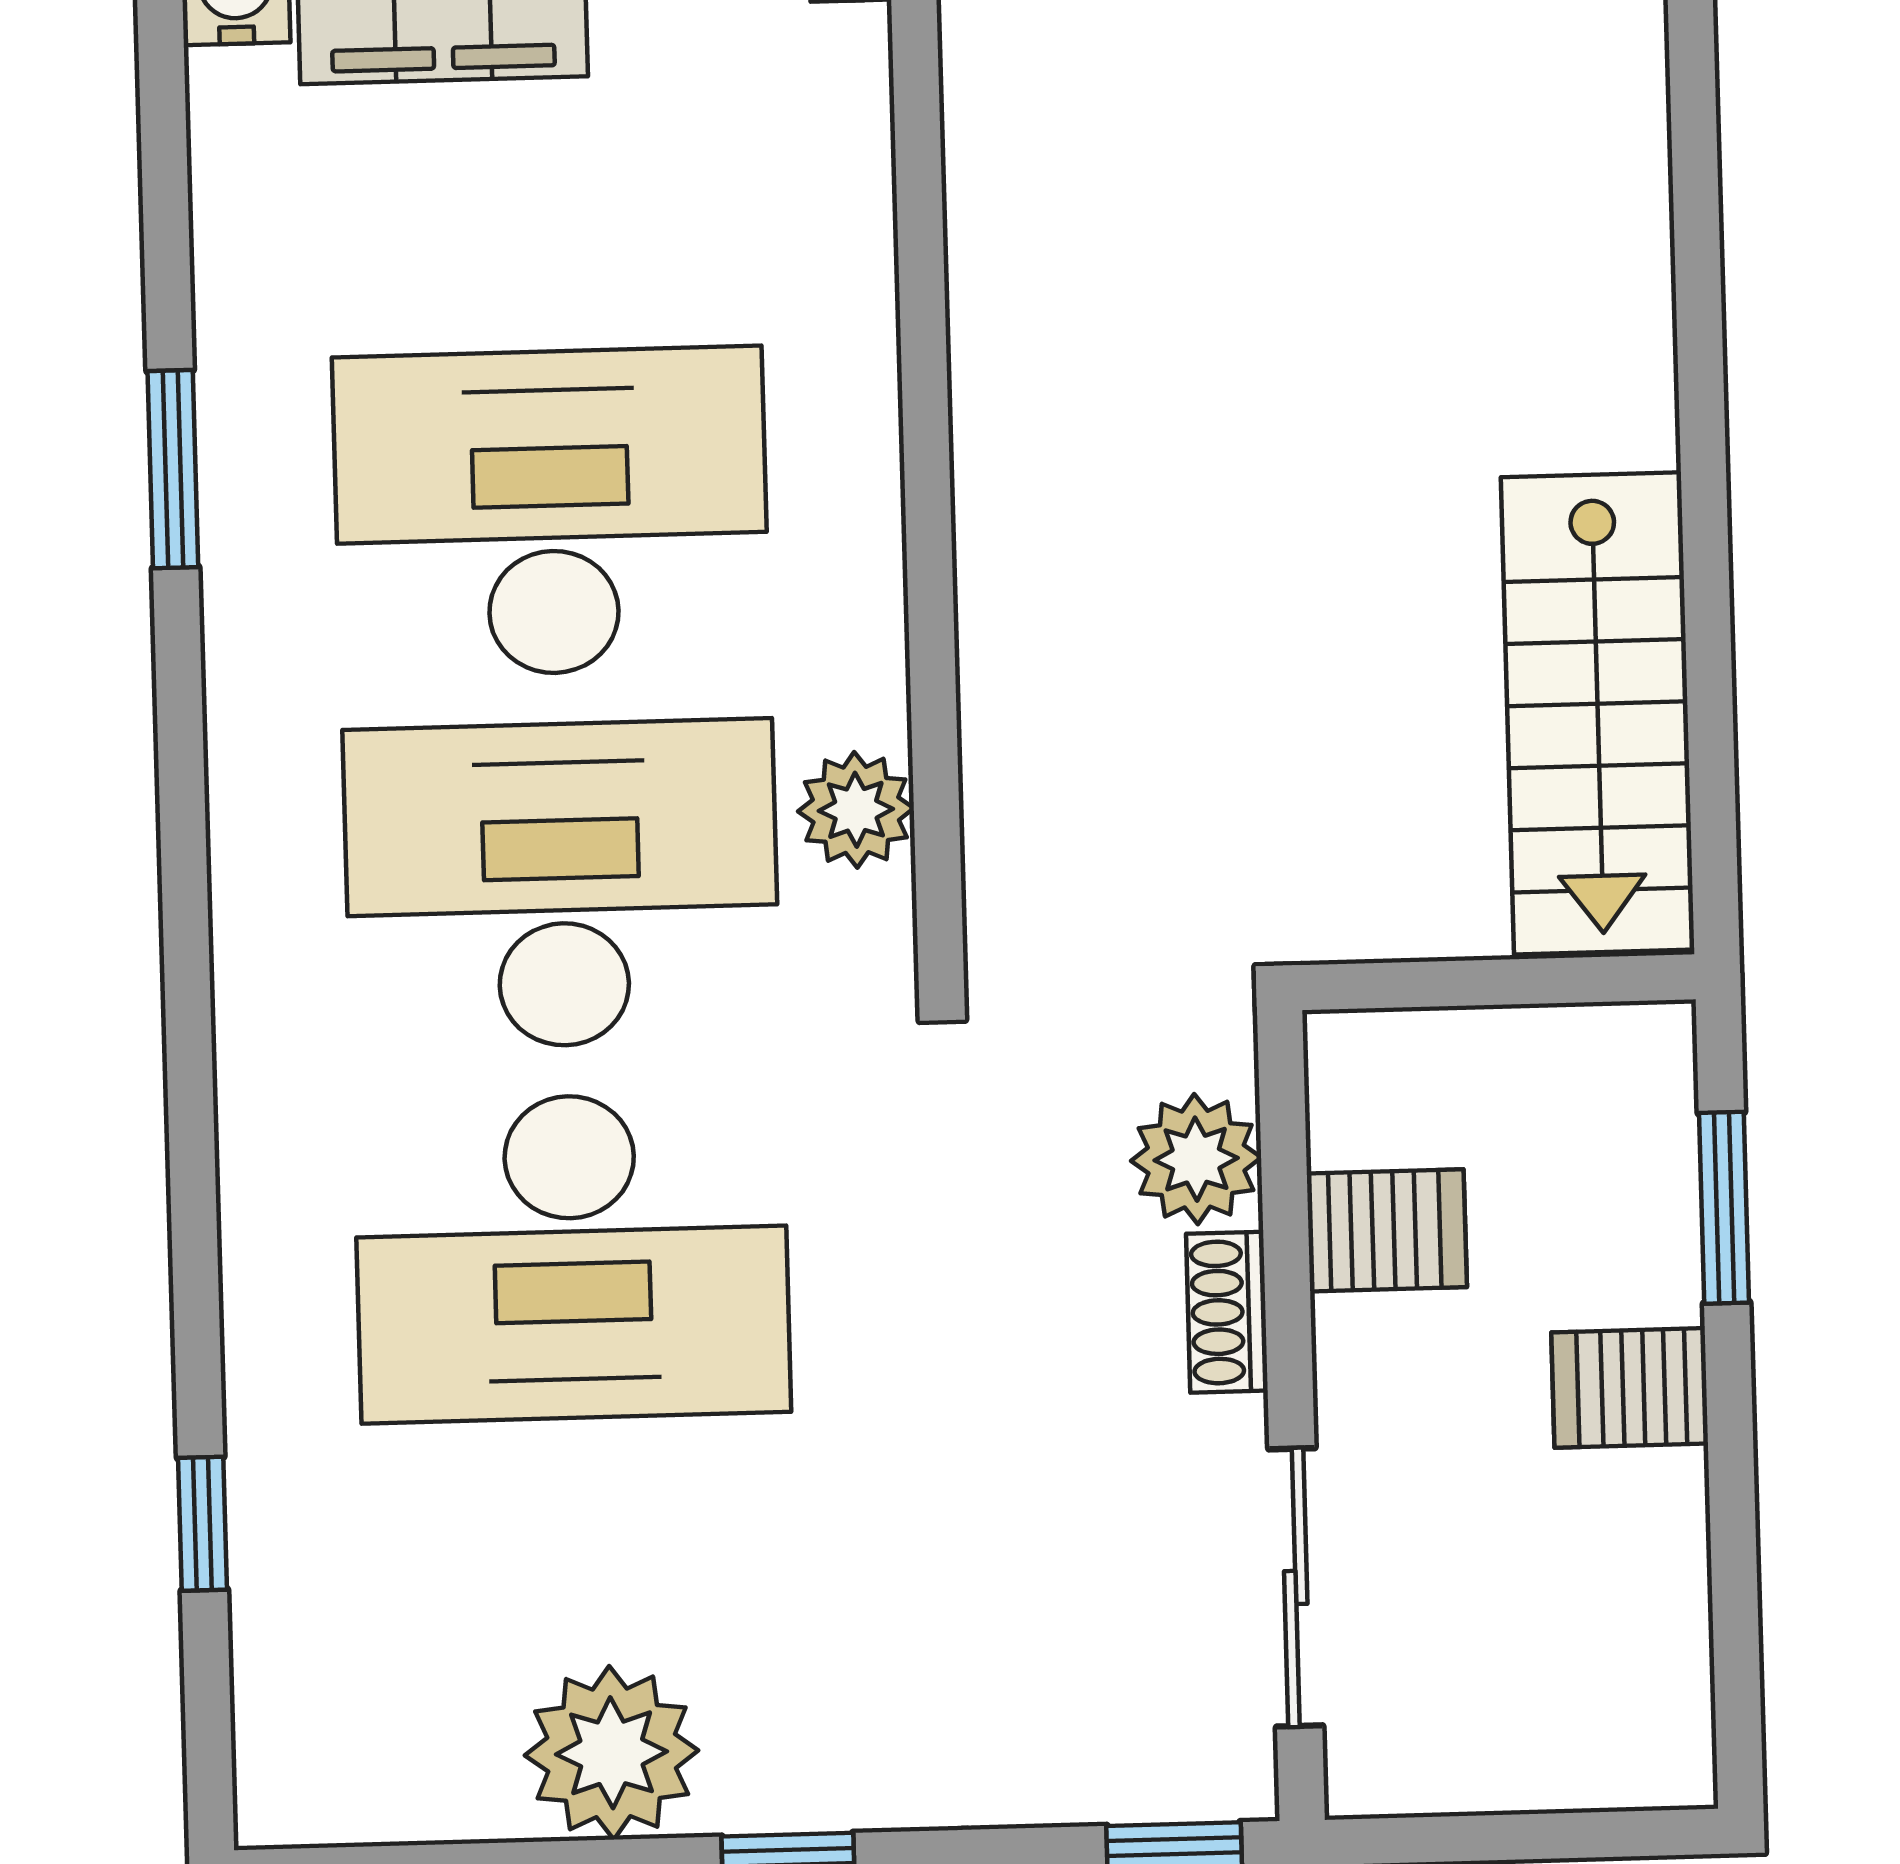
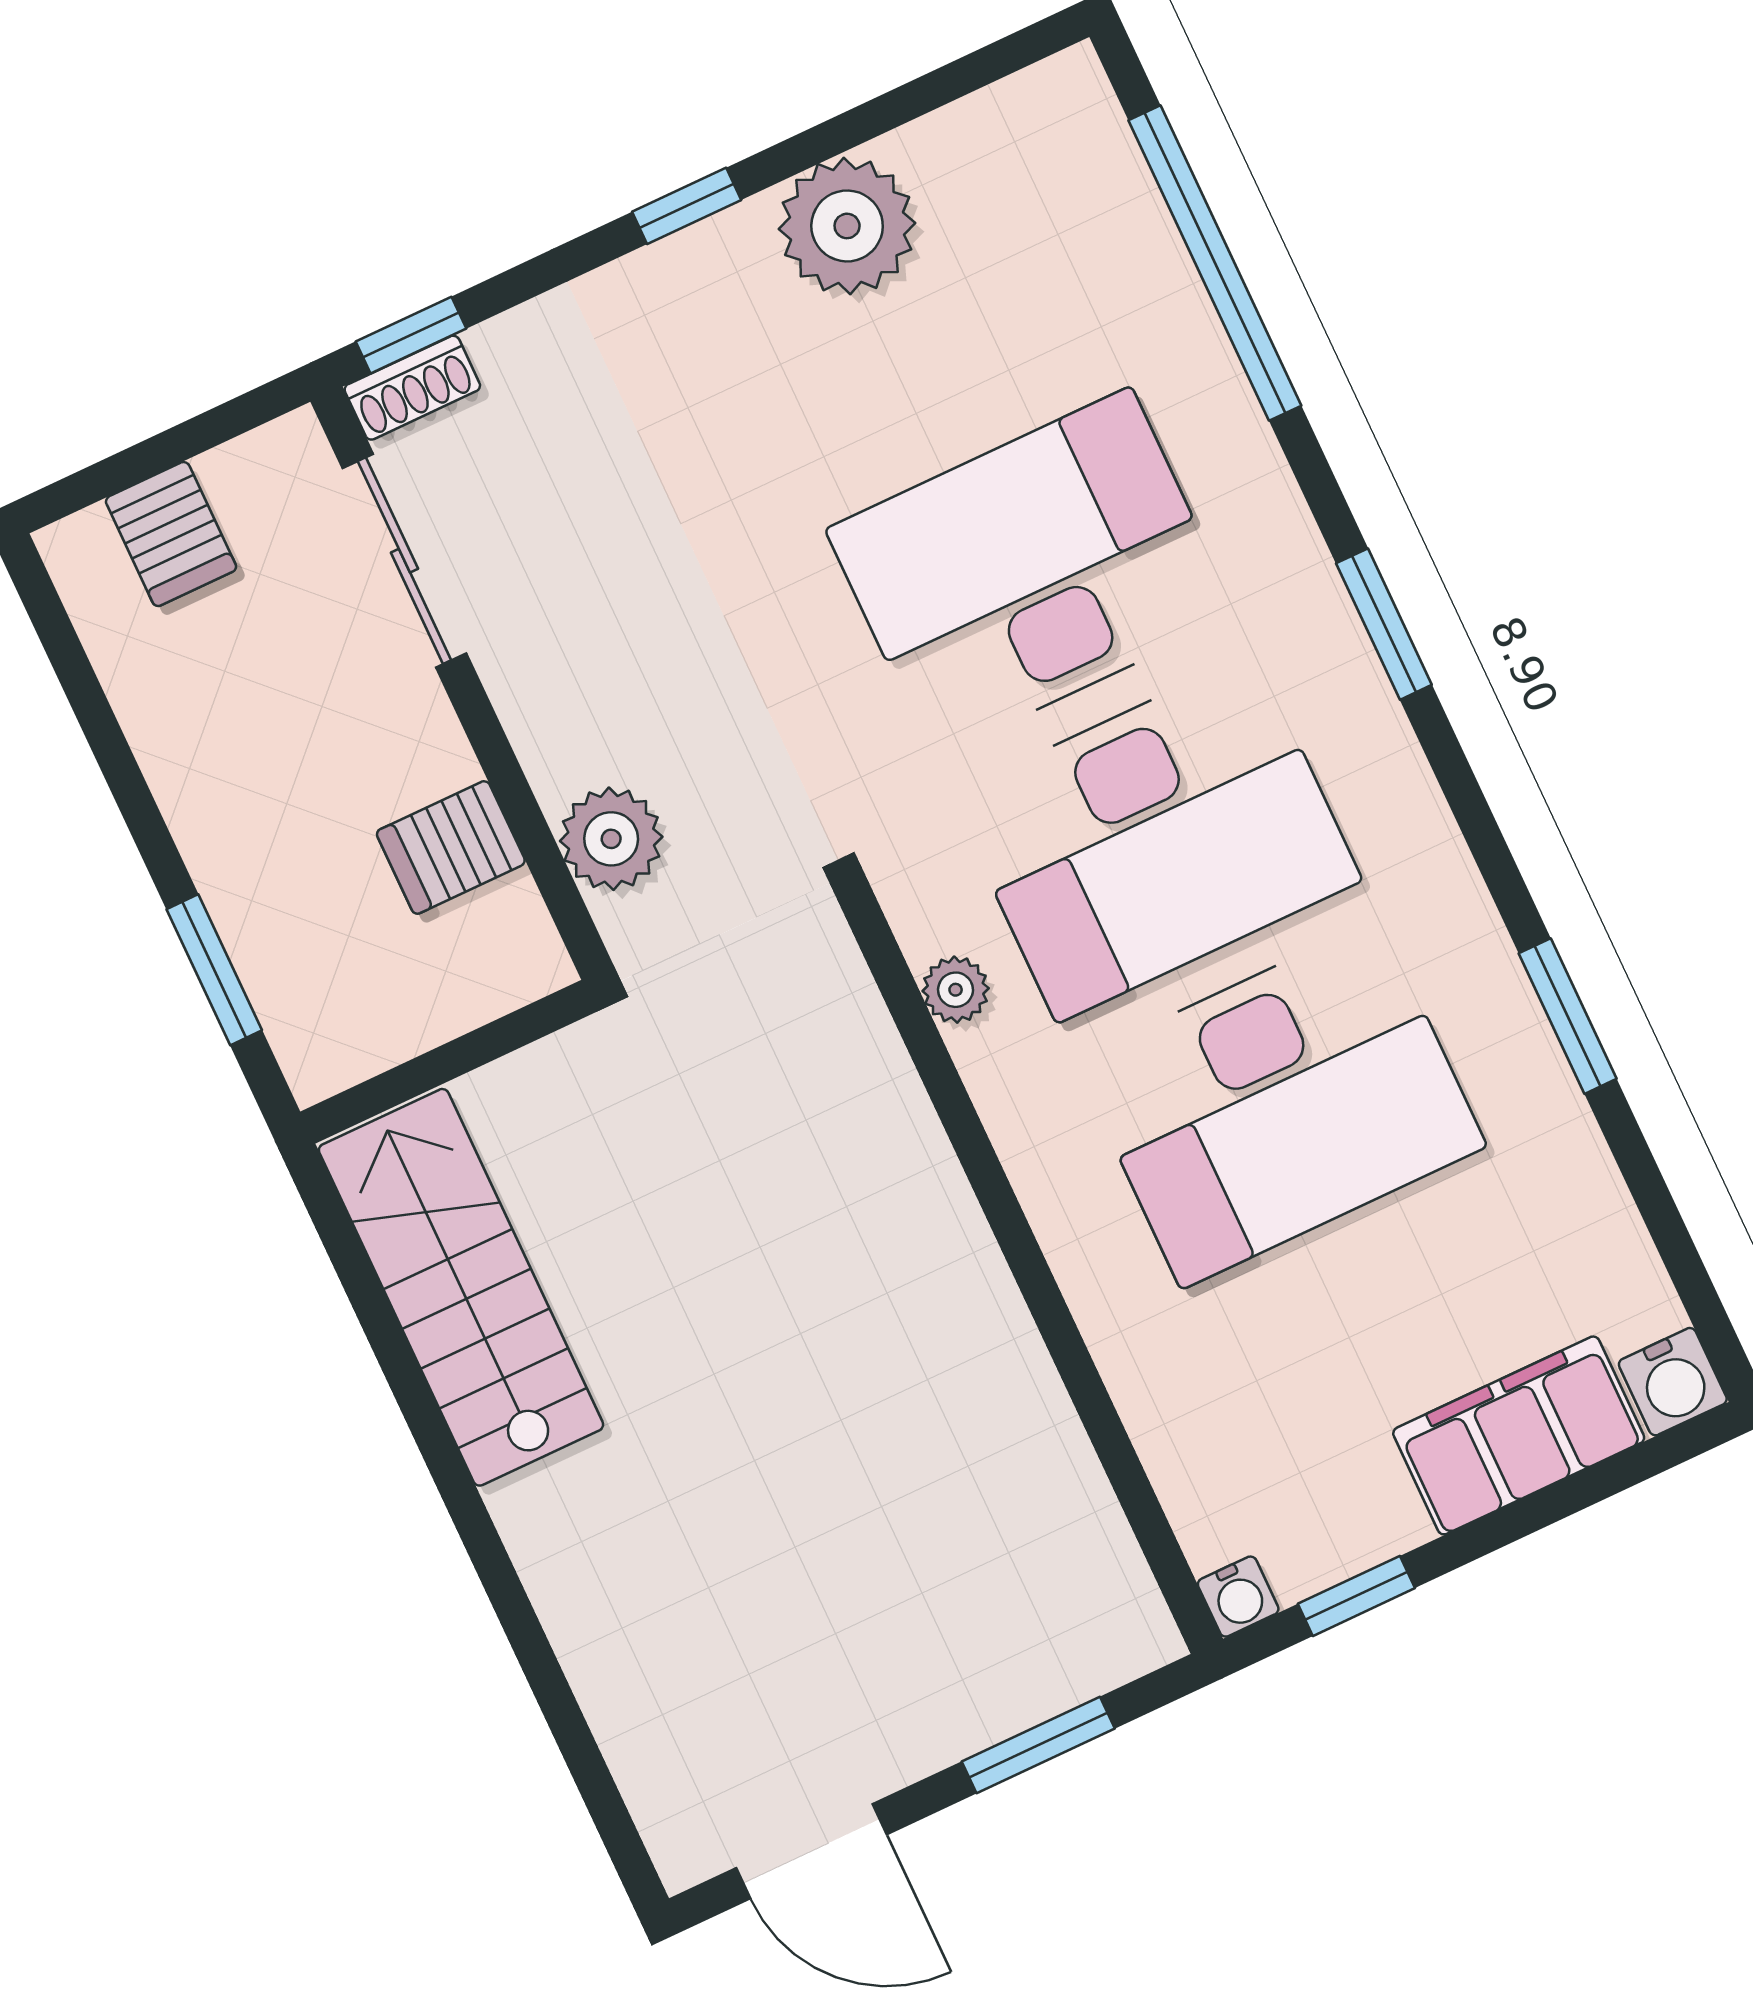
plant: (856, 810) -> (956, 990), width x0.73, depth x0.73
window: (188, 1018) -> (1384, 624), added
shoe rack: (1227, 1312) -> (412, 388), moved, turned 90
server rack: (1630, 1388) -> (171, 534), moved, turned 90
window: (202, 1524) -> (1215, 263), width x3.17

